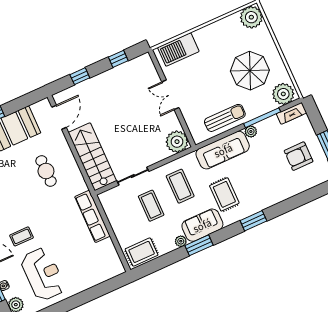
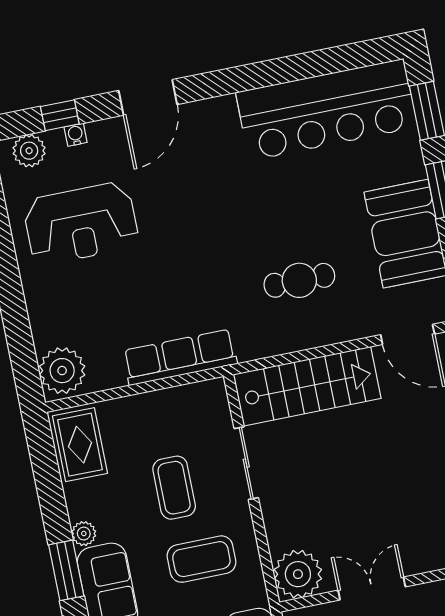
double door: (170, 95) -> (372, 589), moved
coffee table: (151, 206) -> (174, 488), turned 90
coffee table: (22, 236) -> (172, 196), removed
plant: (110, 267) -> (62, 371), added

